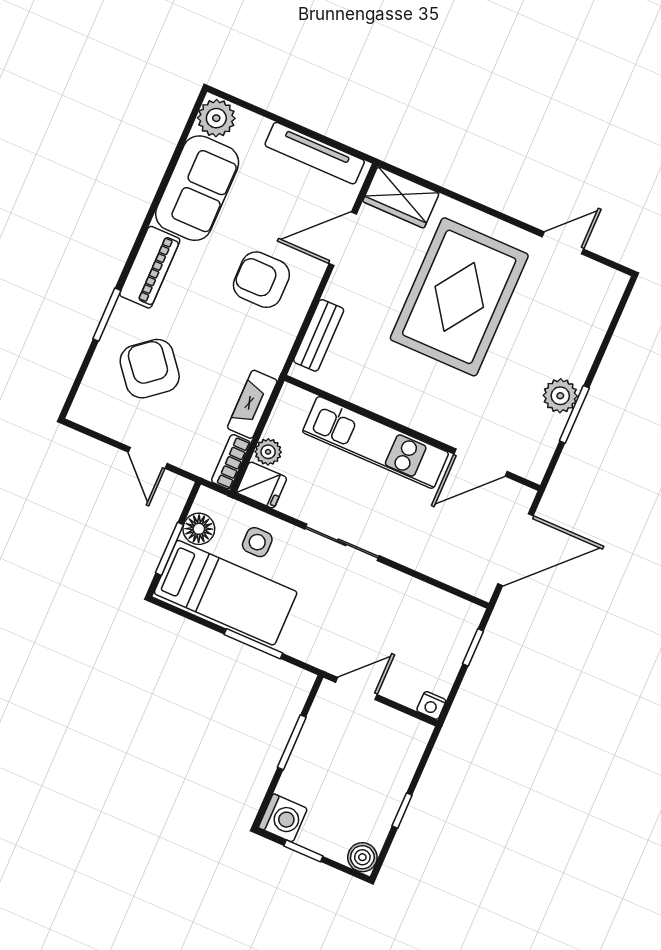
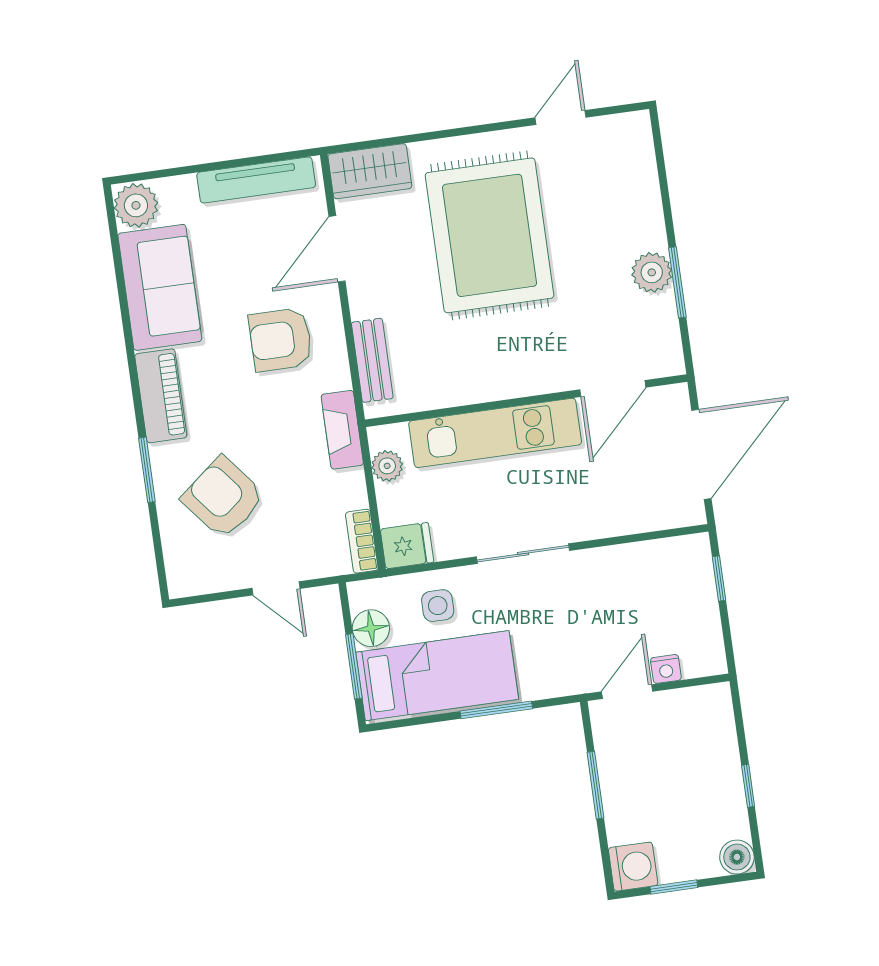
fireplace: (252, 404) -> (342, 430), moved
plant: (268, 452) -> (387, 466), moved
nightstand: (431, 705) -> (666, 669), moved

